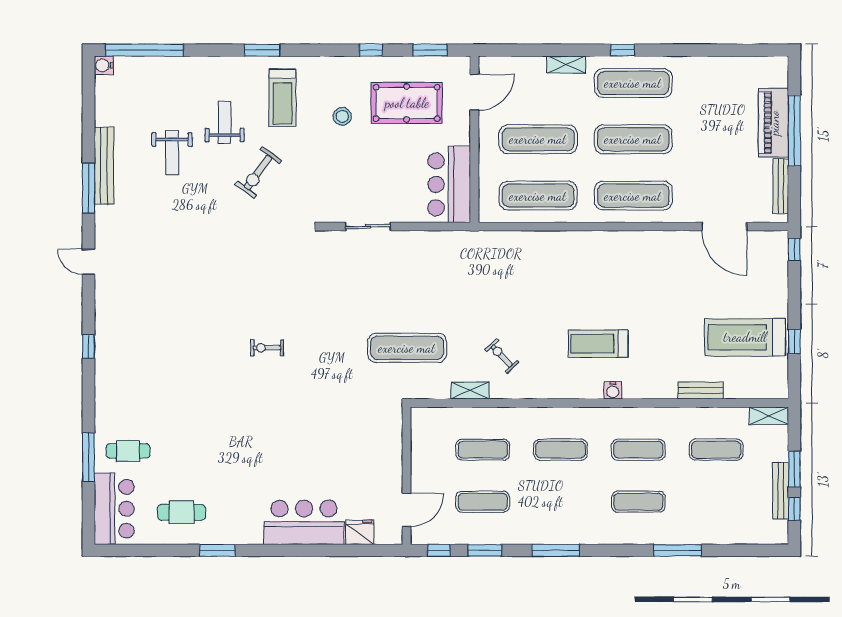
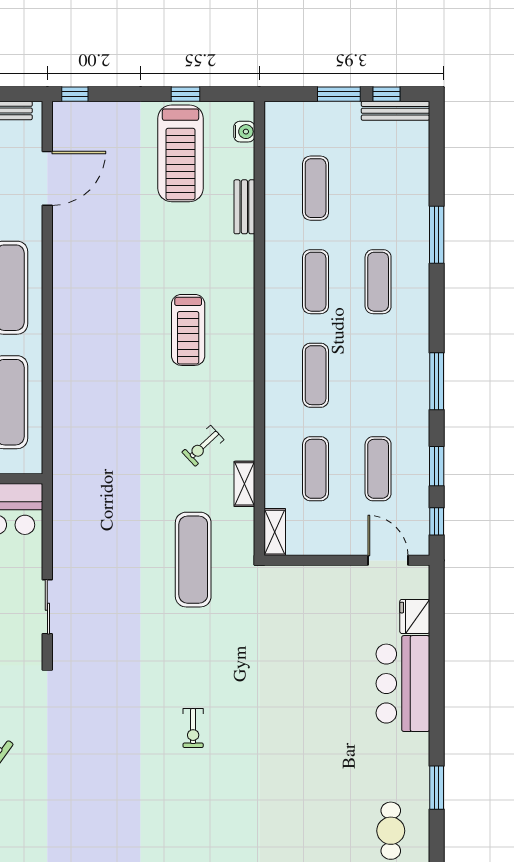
water cooler: (613, 390) -> (244, 132), moved
shelving: (769, 416) -> (275, 532), moved
bench: (781, 490) -> (395, 111), moved

